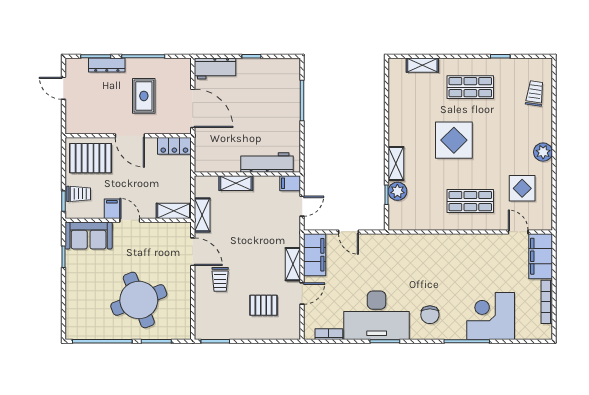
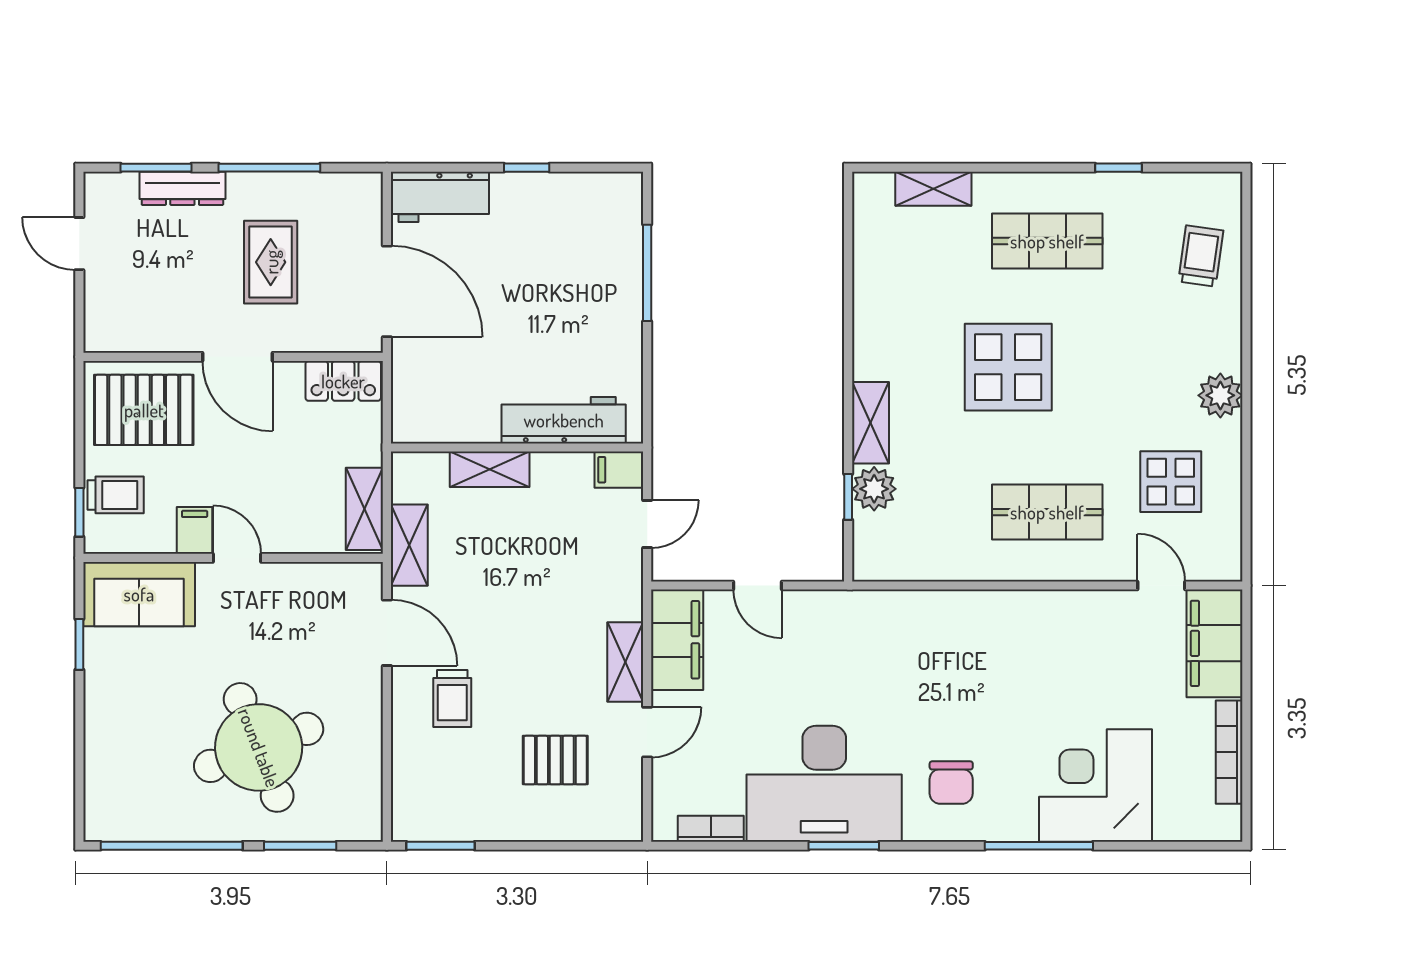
shelving: (174, 211) -> (364, 509), moved, turned 90

